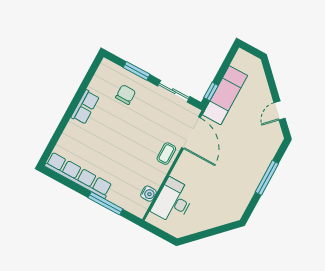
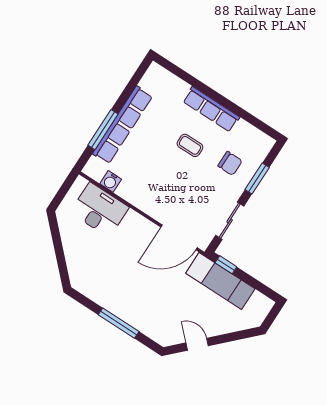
row of seats: (85, 107) -> (211, 109), width x1.48
coffee table: (166, 154) -> (190, 145), moved
row of seats: (78, 175) -> (123, 125), moved

